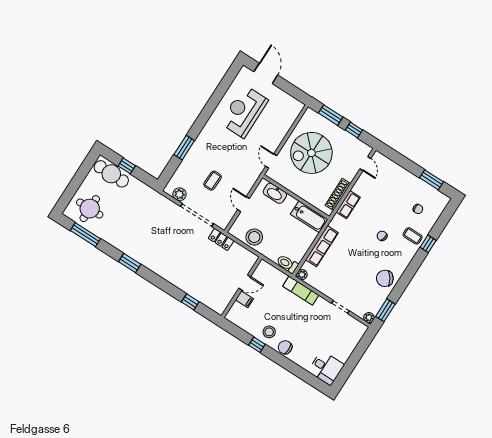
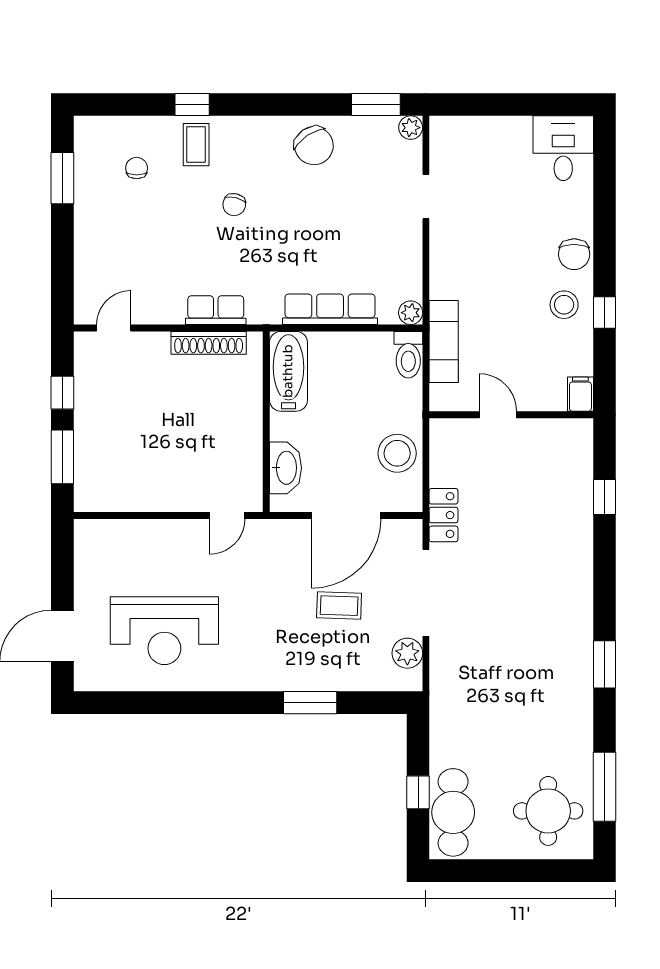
spiral stairs: (311, 153) -> (161, 447), removed
door: (244, 204) -> (346, 516), width x1.88
exam couch: (301, 291) -> (444, 342), moved
filing cabinet: (244, 299) -> (580, 394), moved

